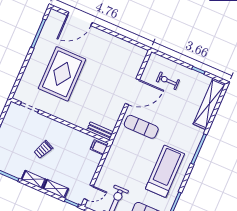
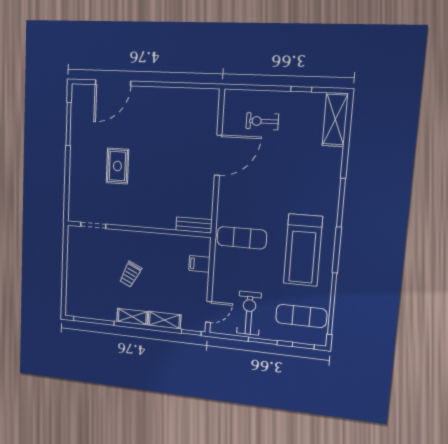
rug: (62, 74) -> (117, 166), width x0.54, depth x0.49
shelving: (209, 104) -> (335, 120), width x0.68
exercise mat: (141, 127) -> (242, 238), moved
filing cabinet: (99, 147) -> (199, 264), moved
treadmill: (165, 171) -> (303, 250), turned 180

